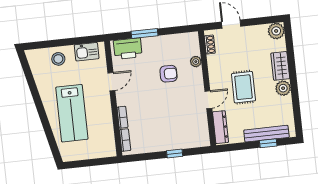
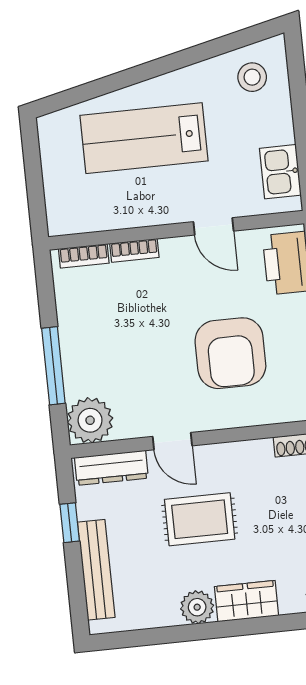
stool: (58, 59) -> (252, 77), moved
plant: (196, 62) -> (90, 420), moved, width x1.87, depth x1.87
armchair: (169, 74) -> (230, 353), width x1.88, depth x1.88
window: (268, 143) -> (70, 523), moved
window: (175, 153) -> (53, 366), width x2.17

